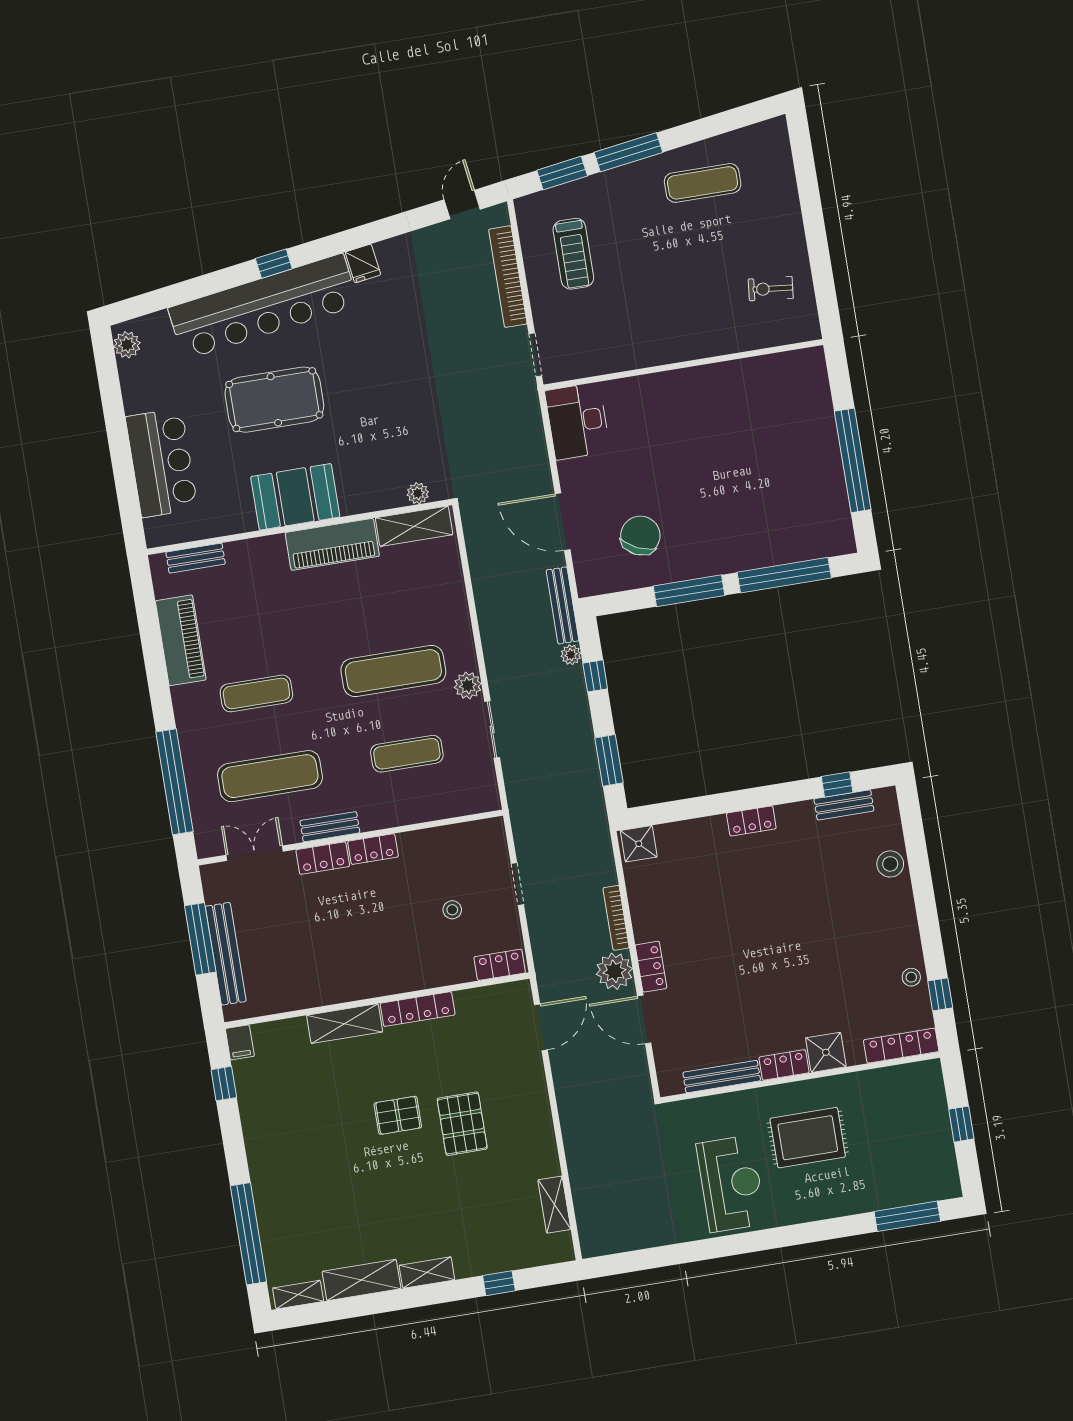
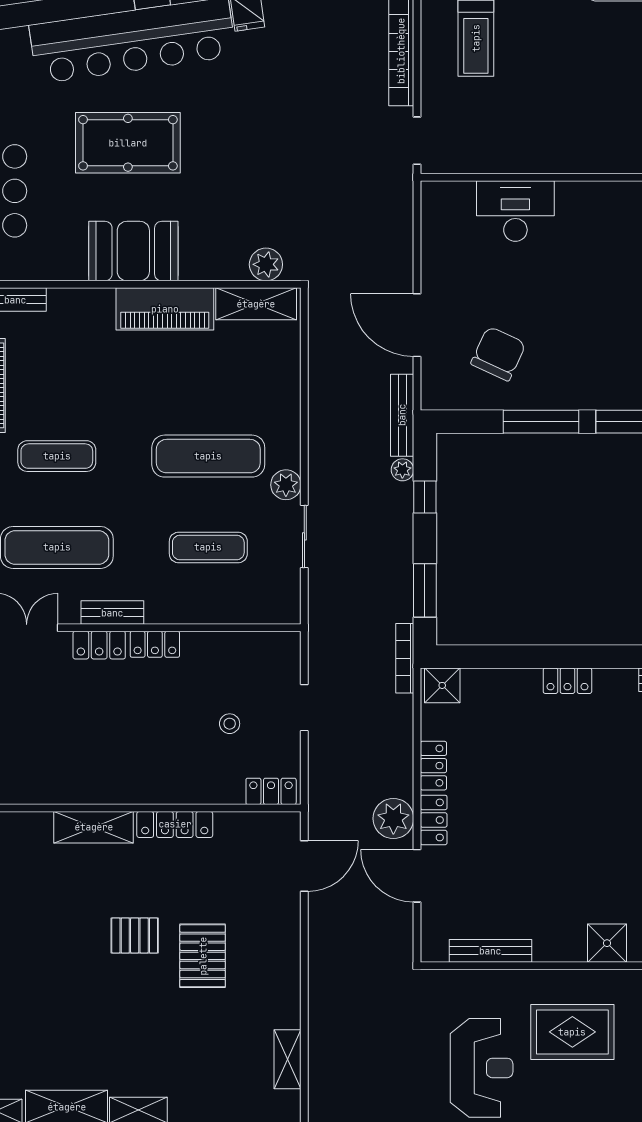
desk: (578, 421) -> (515, 211), moved, turned 90
plant: (418, 493) -> (266, 264), width x1.38, depth x1.38
bookcase: (616, 918) -> (405, 658), moved
locker: (784, 1065) -> (433, 766), moved, turned 90

